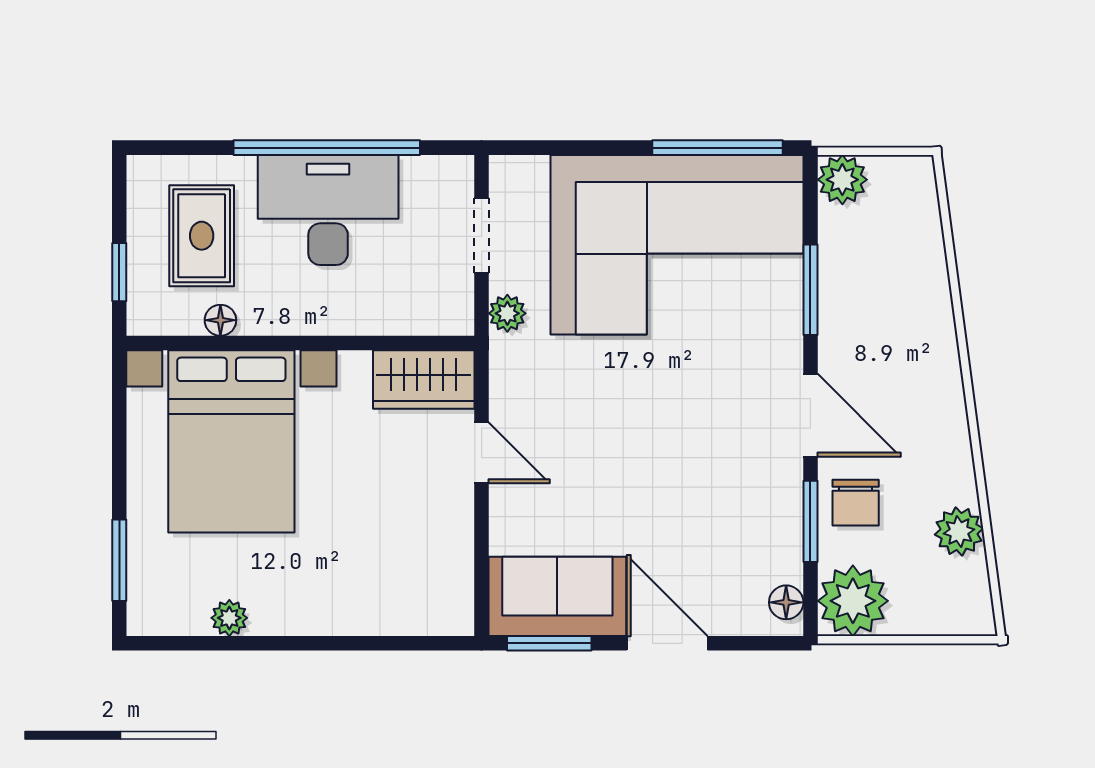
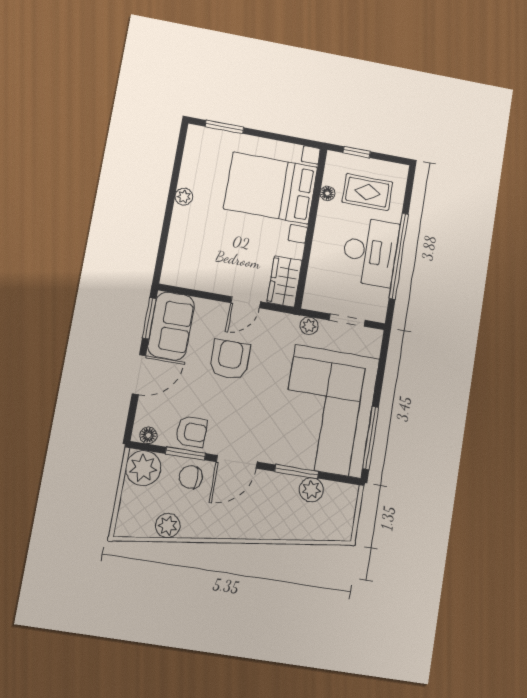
plant: (842, 180) -> (311, 490), moved
armchair: (605, 465) -> (230, 360), added
armchair: (765, 517) -> (191, 432), added
plant: (229, 618) -> (184, 197), moved

